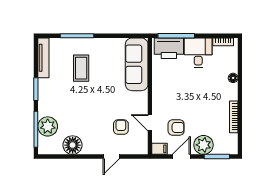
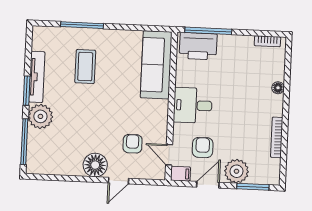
desk: (198, 53) -> (193, 105), moved, turned -90
tv unit: (43, 58) -> (37, 77), moved
door: (150, 123) -> (169, 155), moved
plant: (48, 126) -> (40, 116), moved
armchair: (176, 127) -> (203, 147), turned -90
floor lamp: (73, 145) -> (95, 165), moved

